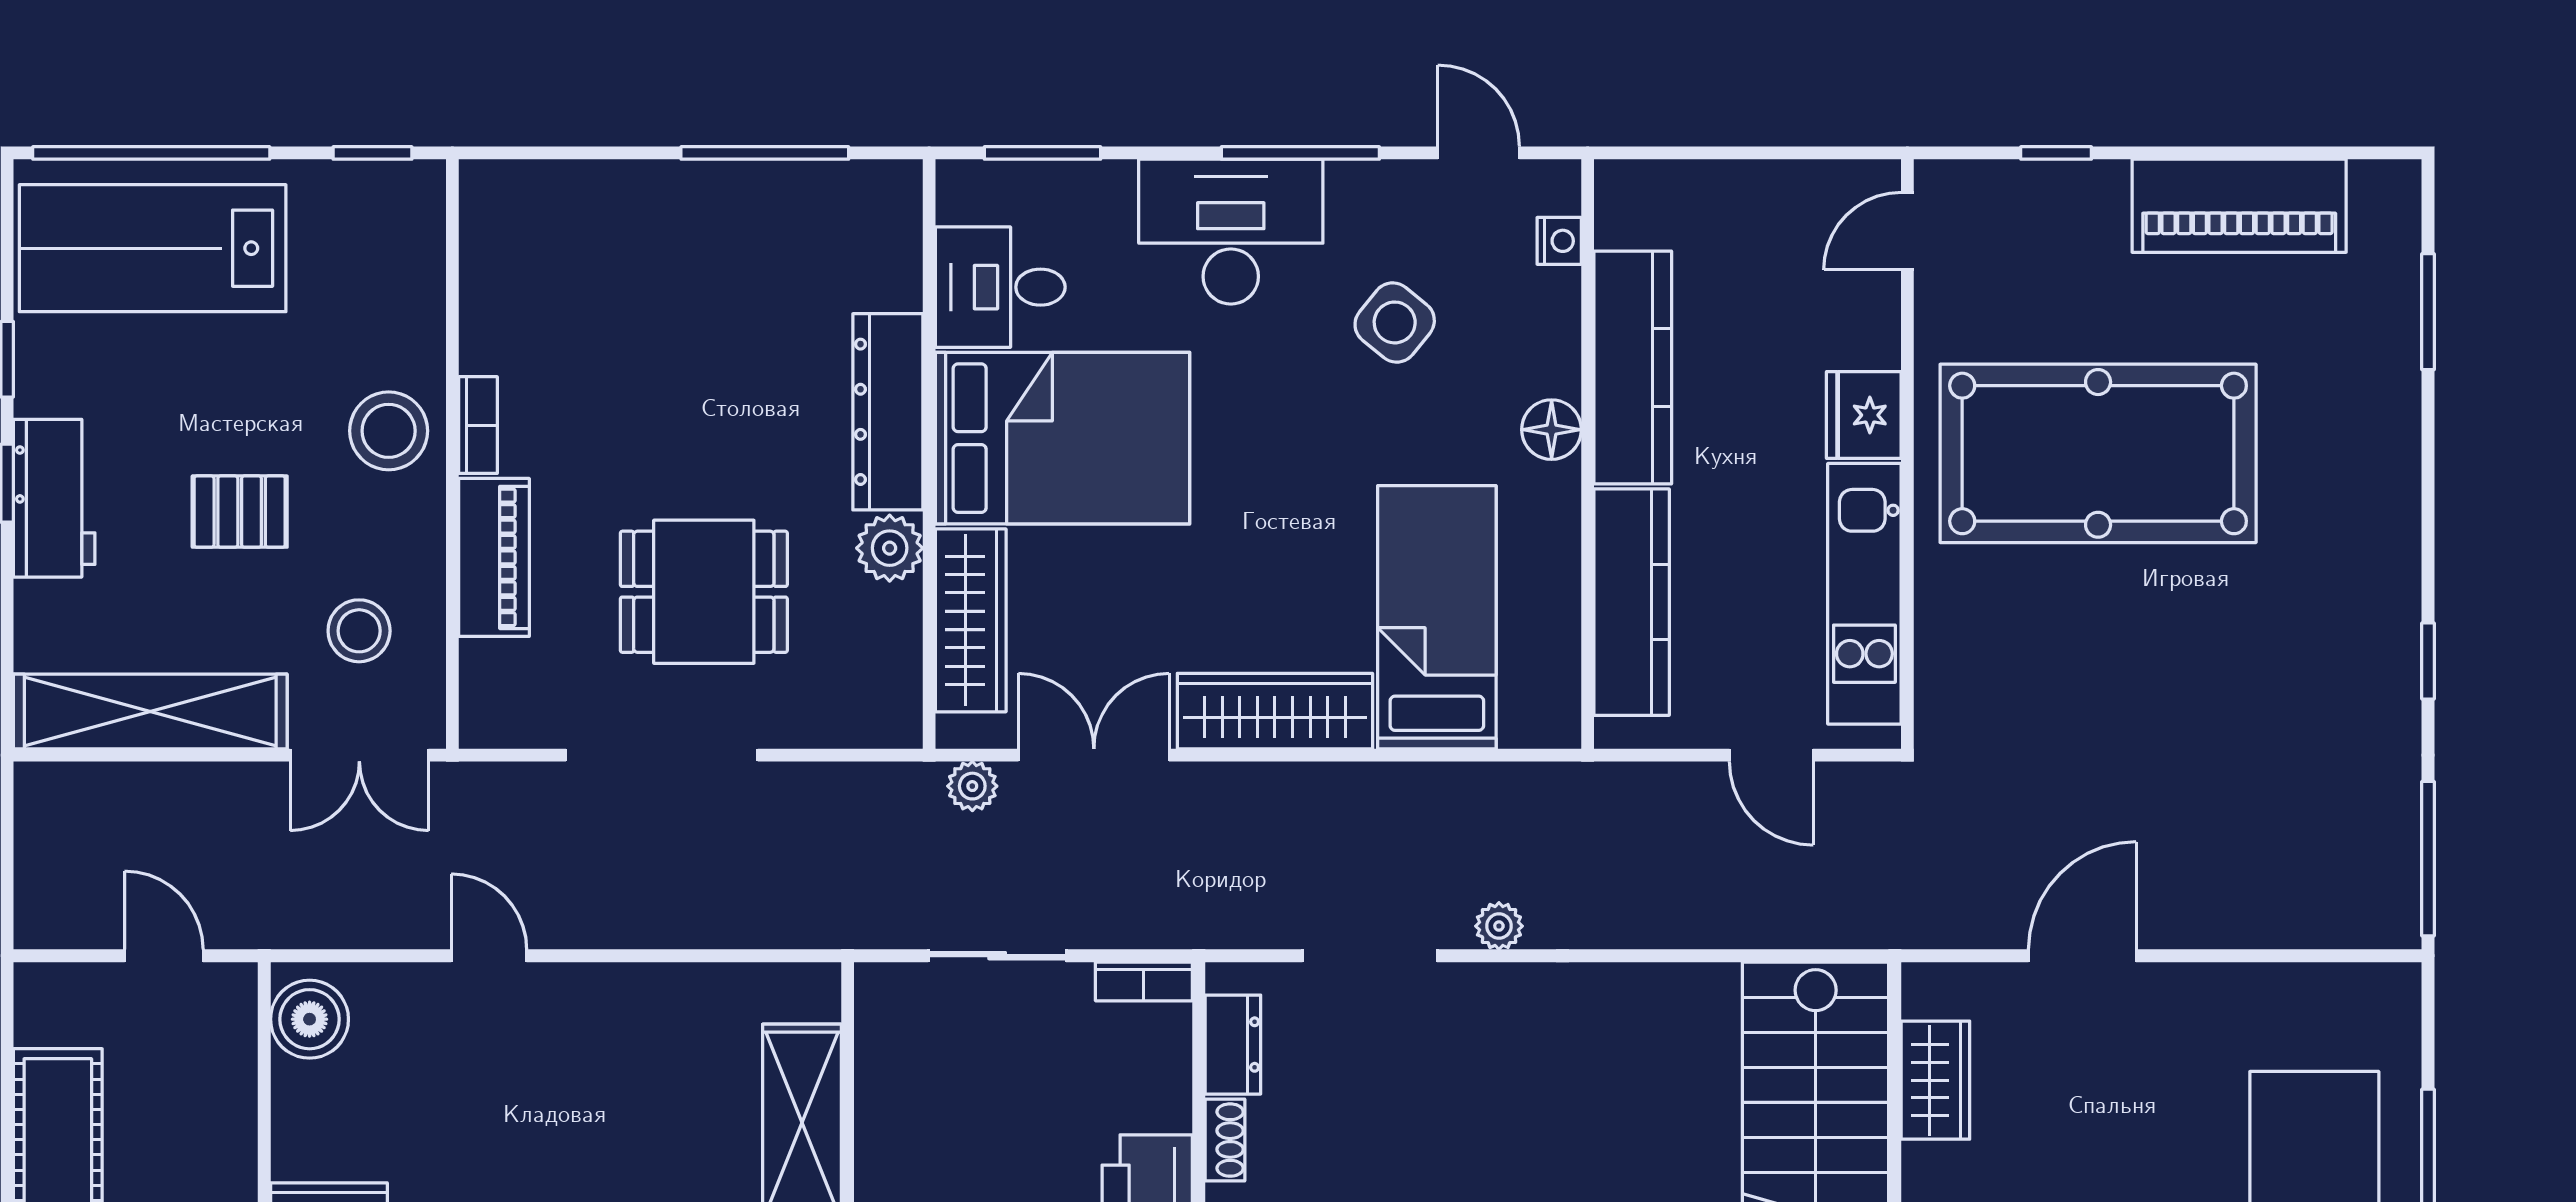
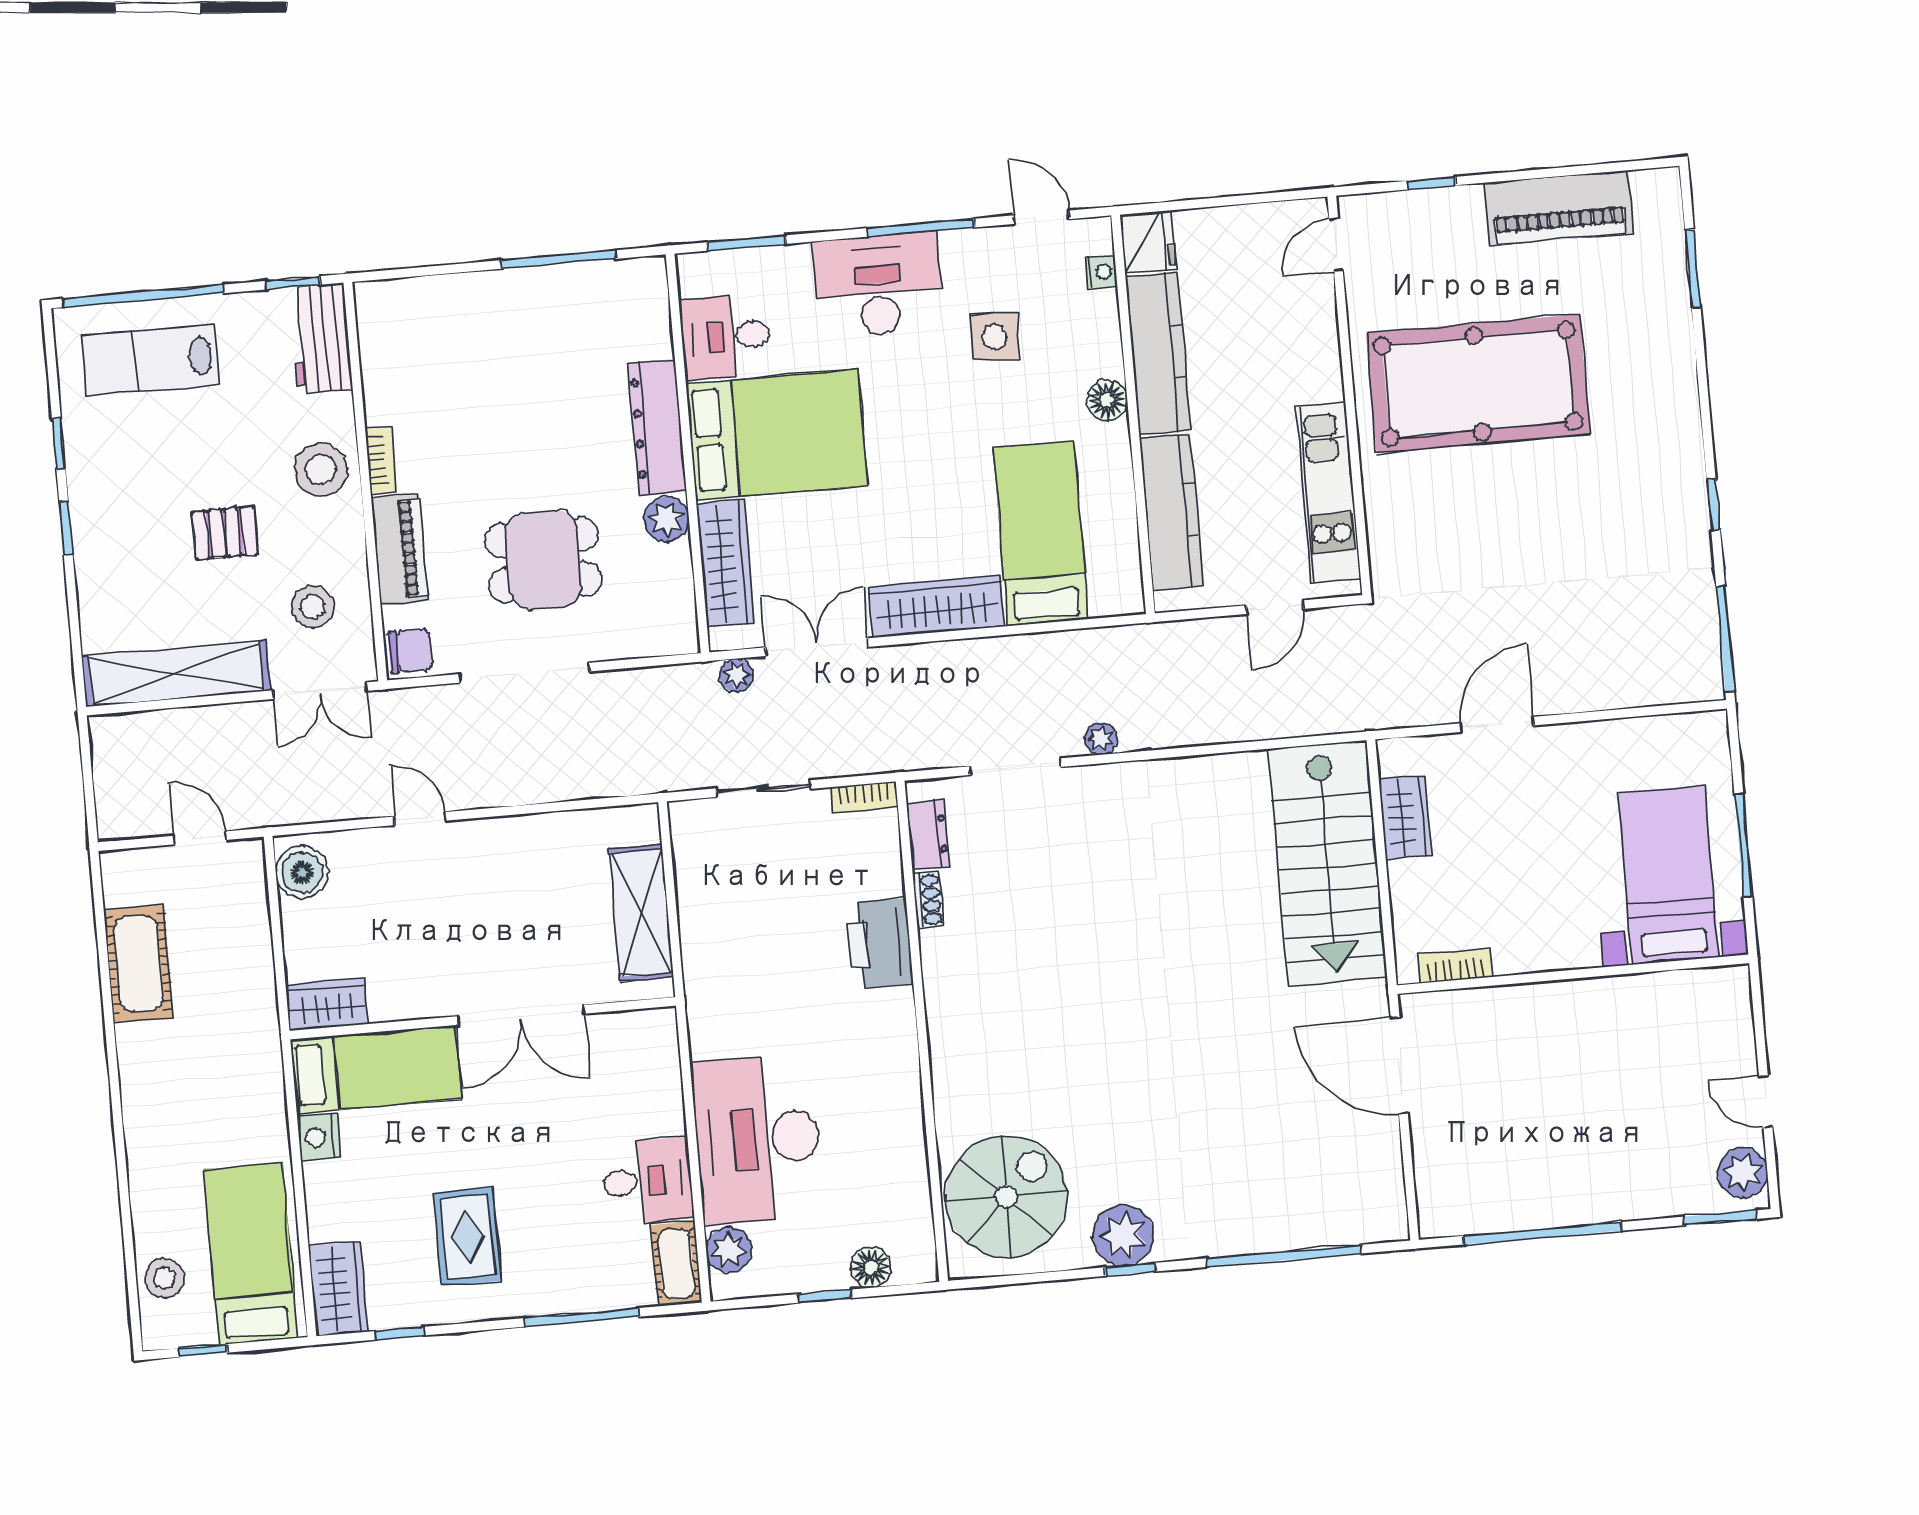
lab bench: (153, 248) -> (150, 360), width x0.73, depth x0.72
side table: (1395, 322) -> (995, 337), turned -35
fridge: (1864, 415) -> (1148, 242), moved, turned 180
workbench: (54, 498) -> (321, 338), moved, turned 180
chair: (497, 708) -> (410, 651), added
door: (1771, 755) -> (1275, 607), hinge flipped

